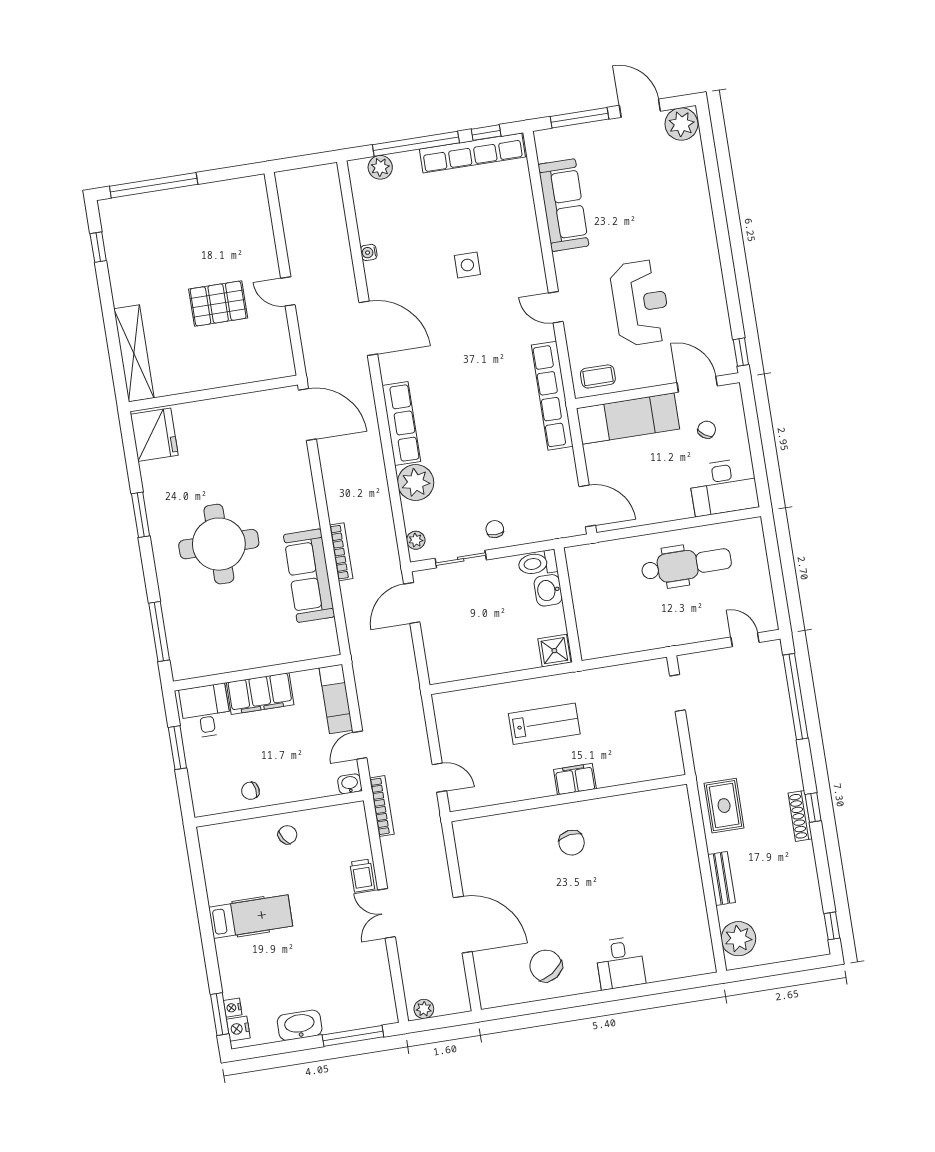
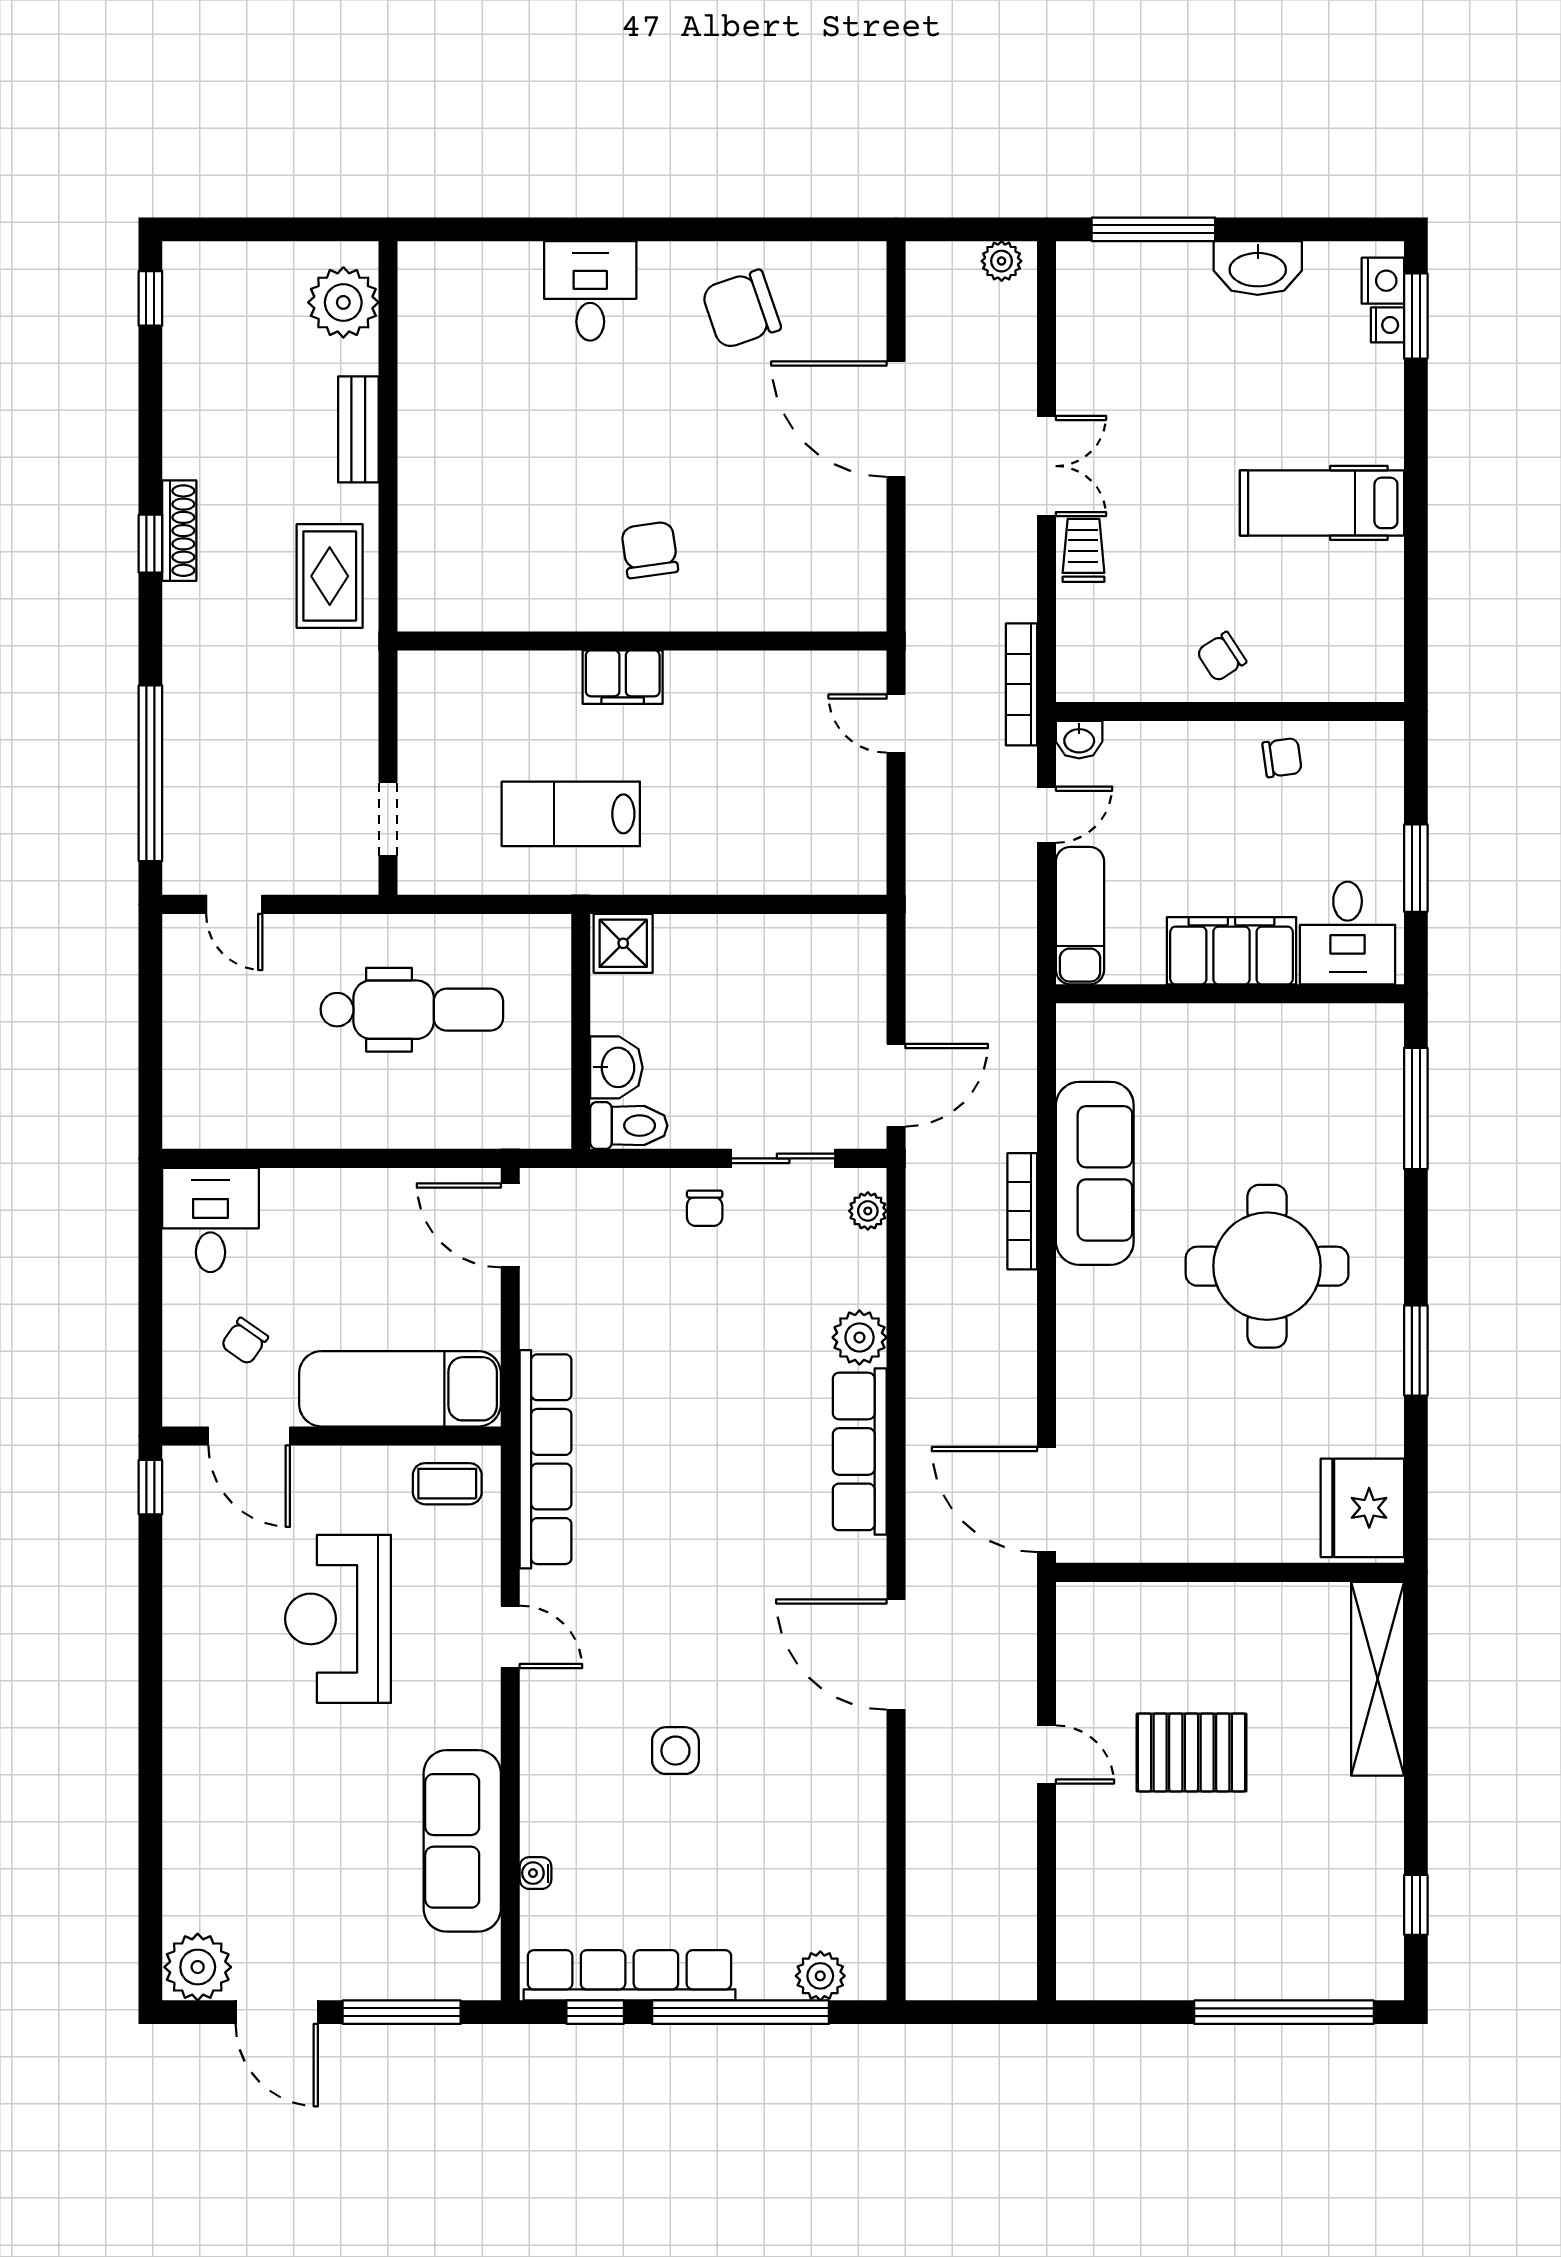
water cooler: (369, 252) -> (535, 1873), moved, turned 180
plant: (416, 483) -> (859, 1337), width x0.73, depth x0.73
desk: (724, 487) -> (211, 1220), width x0.73
dental chair: (686, 565) -> (412, 1010), moved, turned 180
lab bench: (544, 724) -> (571, 814), moved
chair: (546, 966) -> (741, 309), turned 105

